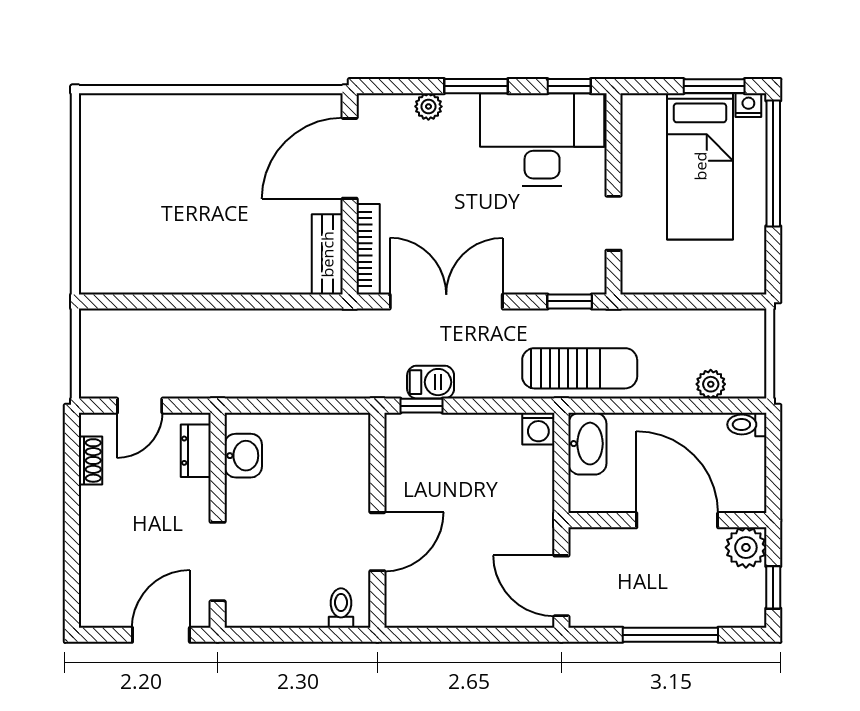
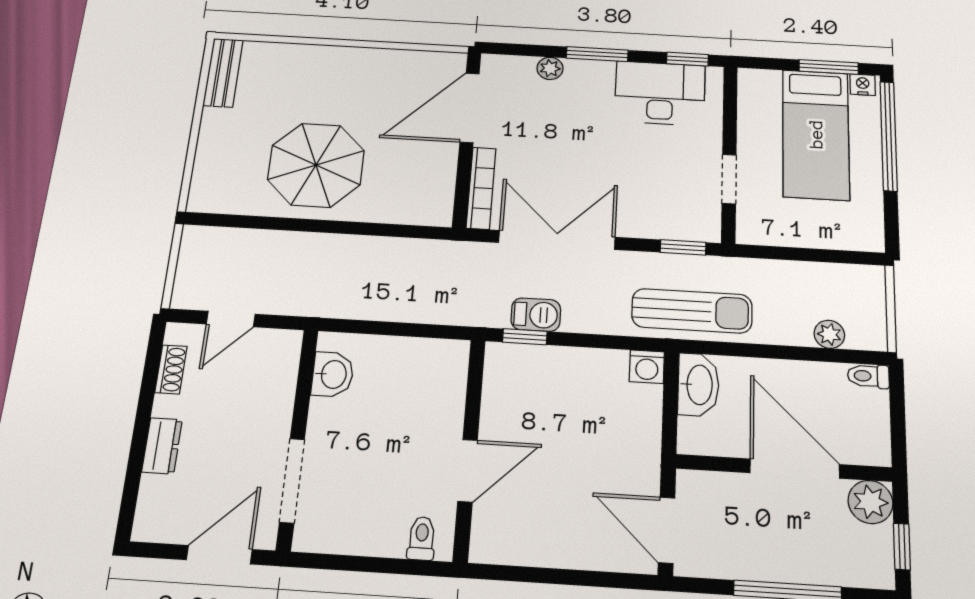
desk: (542, 140) -> (660, 93), width x0.73, depth x0.77
parasol: (202, 234) -> (316, 165), added
bench: (327, 254) -> (223, 73), moved
dresser: (196, 451) -> (162, 446), moved, turned 180

